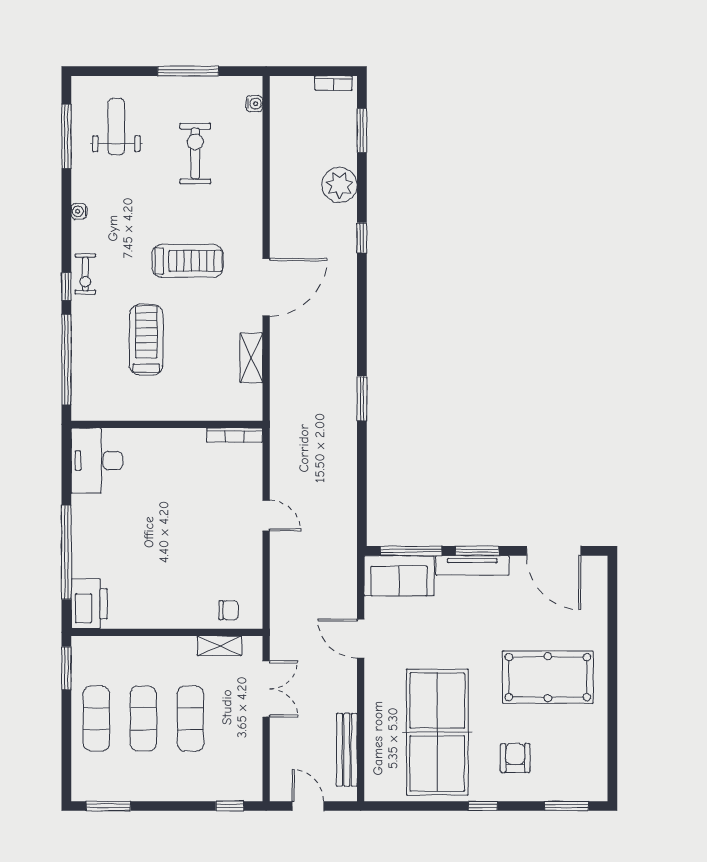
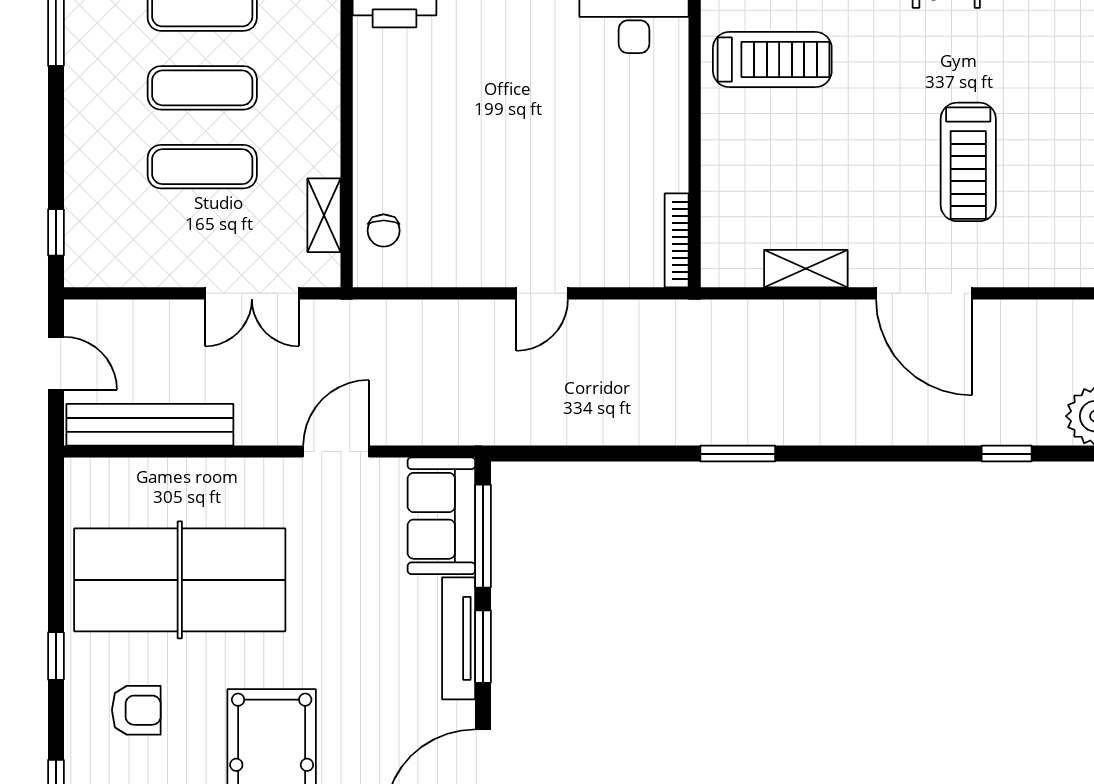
treadmill: (146, 340) -> (772, 60), moved
bench: (347, 750) -> (150, 425), width x1.37, depth x1.21
door: (308, 806) -> (56, 363), hinge flipped

